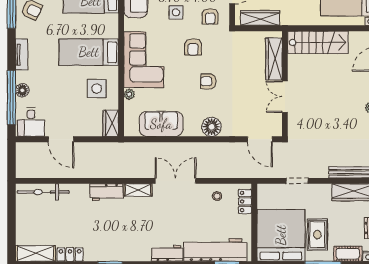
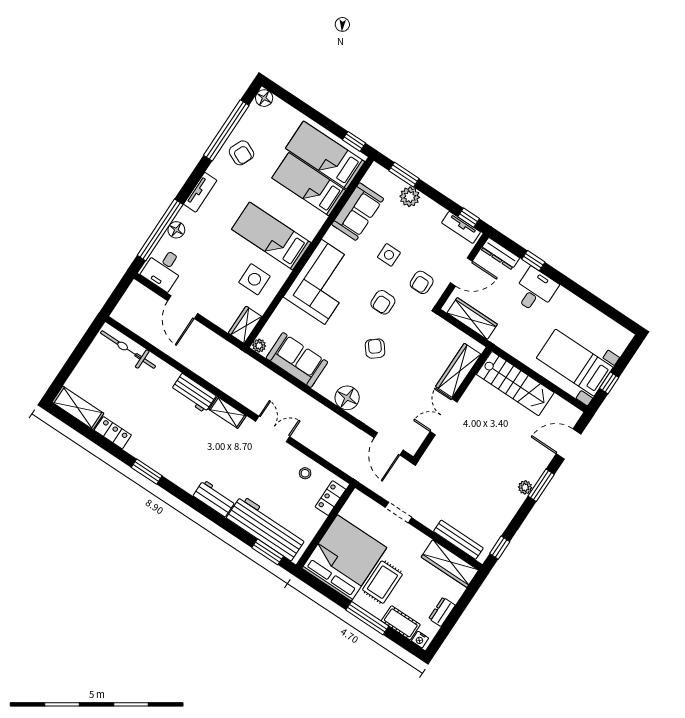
armchair: (208, 81) -> (375, 349), turned 50
plant: (129, 94) -> (259, 346), moved
double door: (175, 181) -> (273, 429), width x0.73

